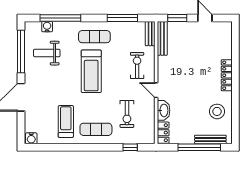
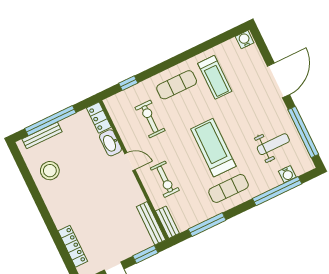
locker: (227, 75) -> (73, 246), moved

